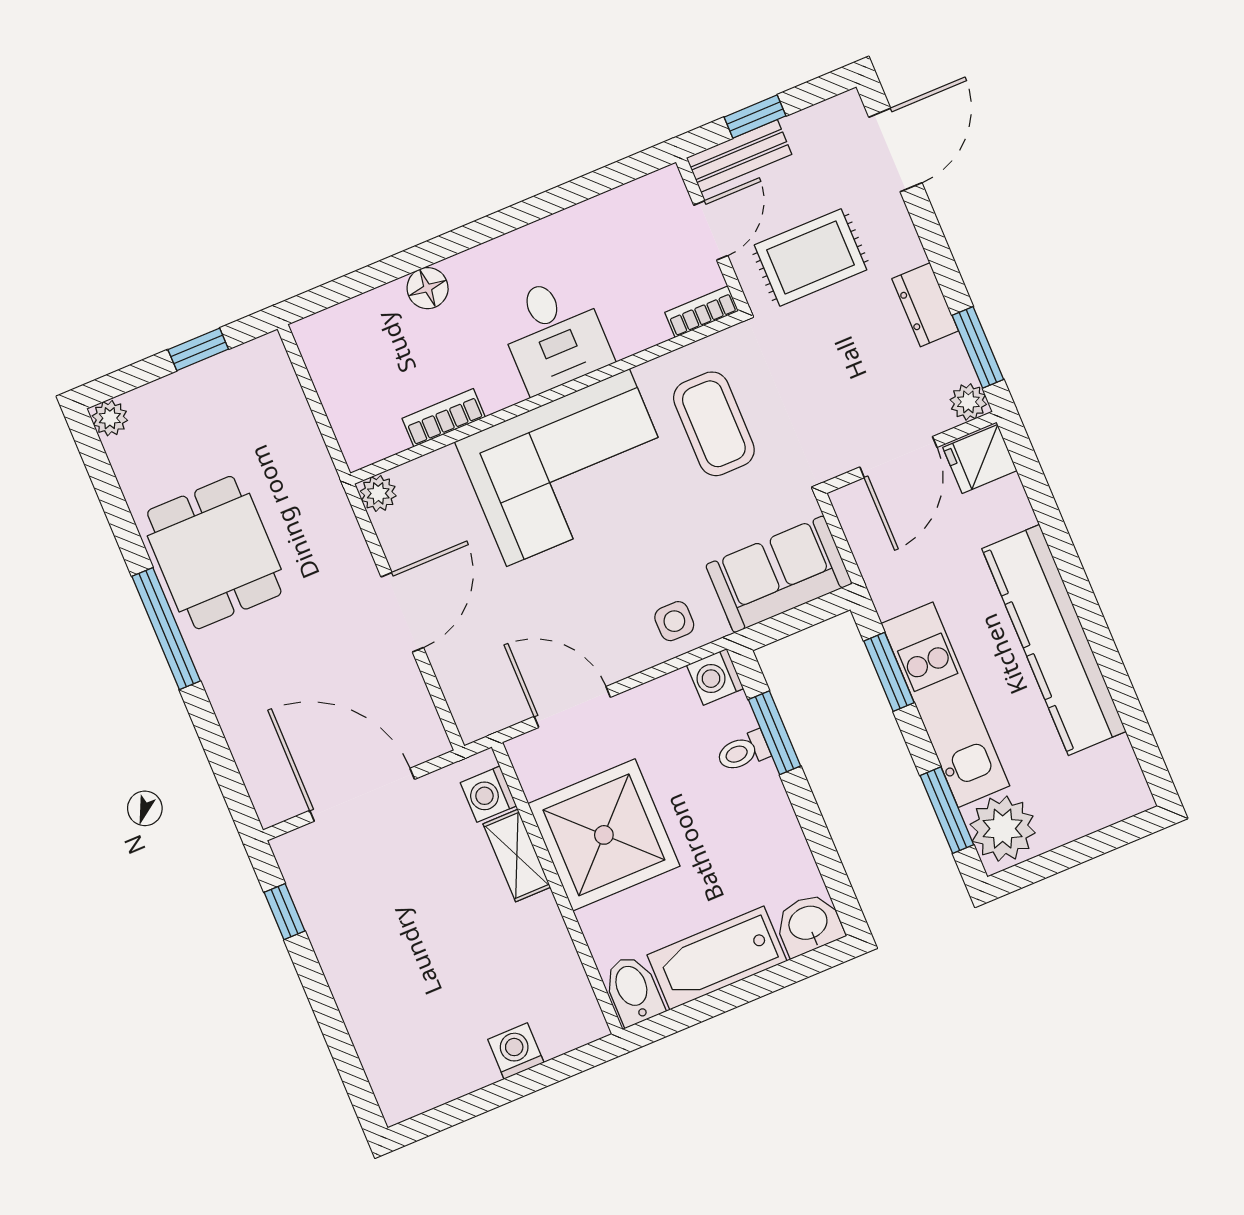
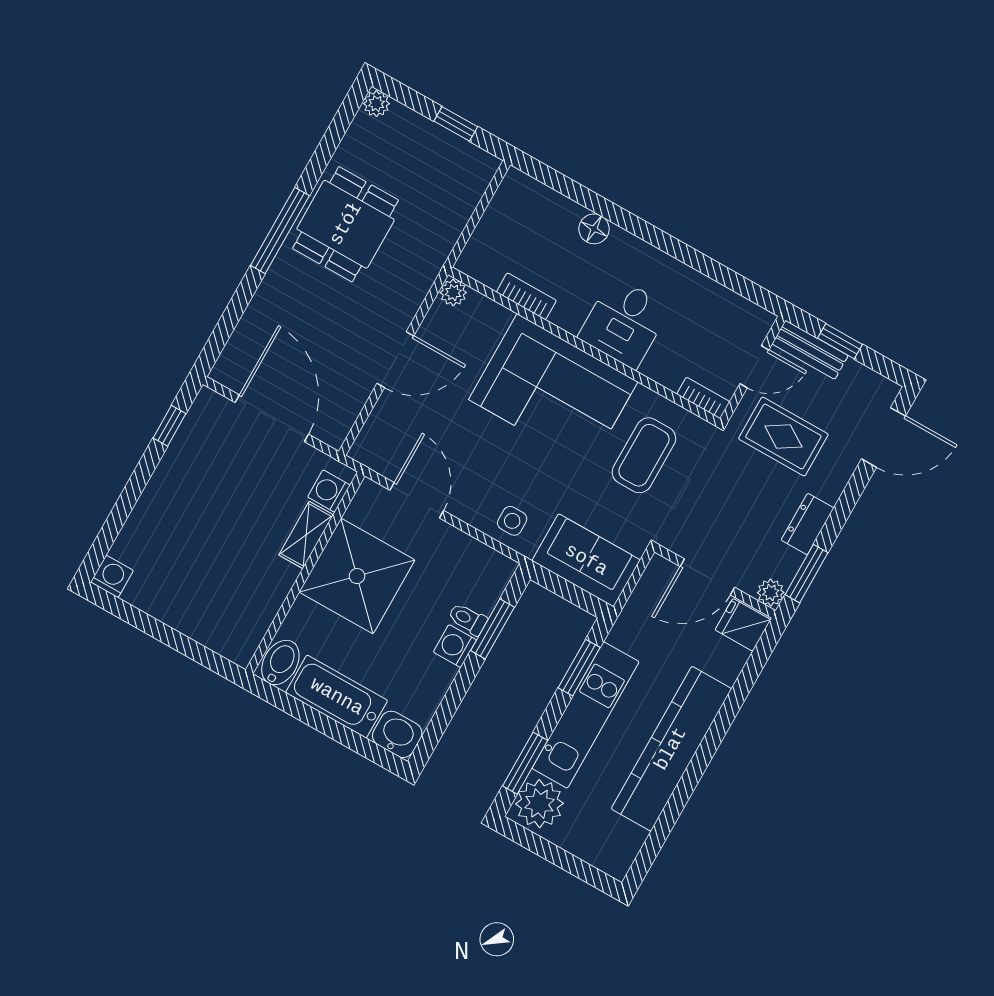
washing machine: (715, 677) -> (455, 646), moved
washing machine: (516, 1051) -> (112, 576), moved

